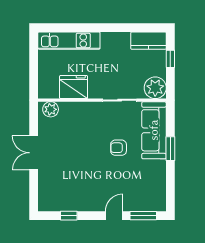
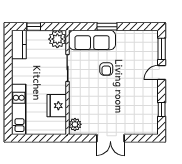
door: (114, 216) -> (162, 73), hinge flipped

